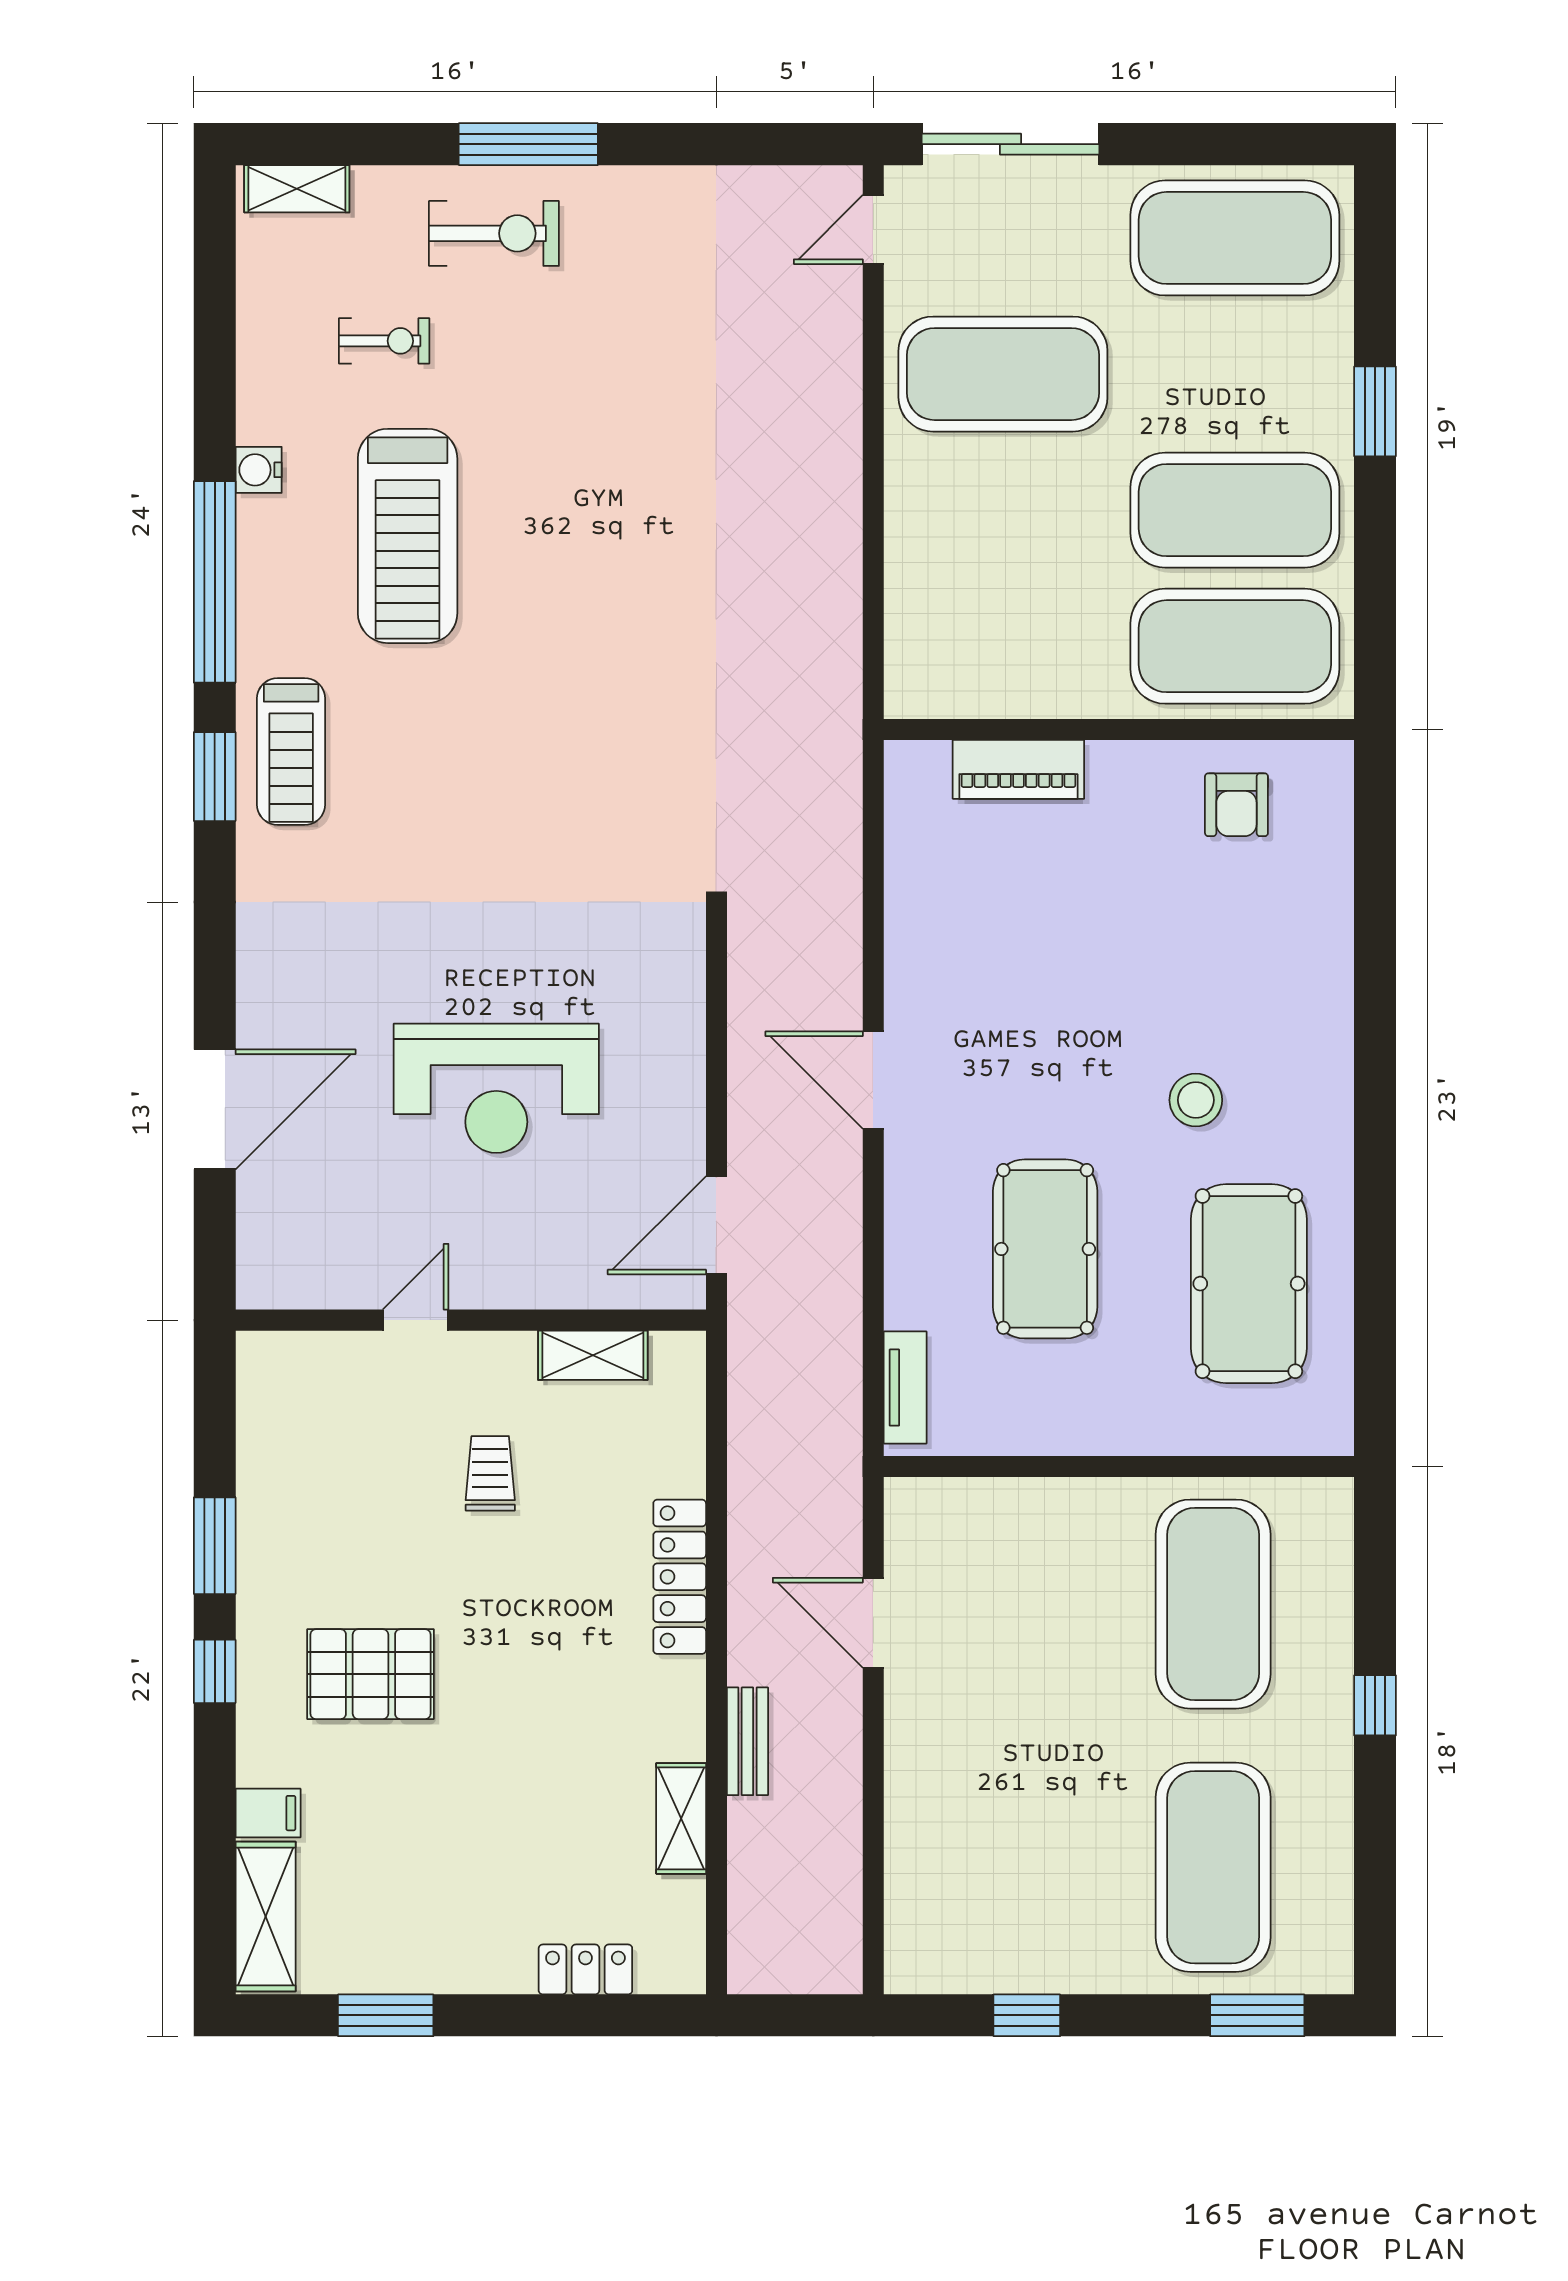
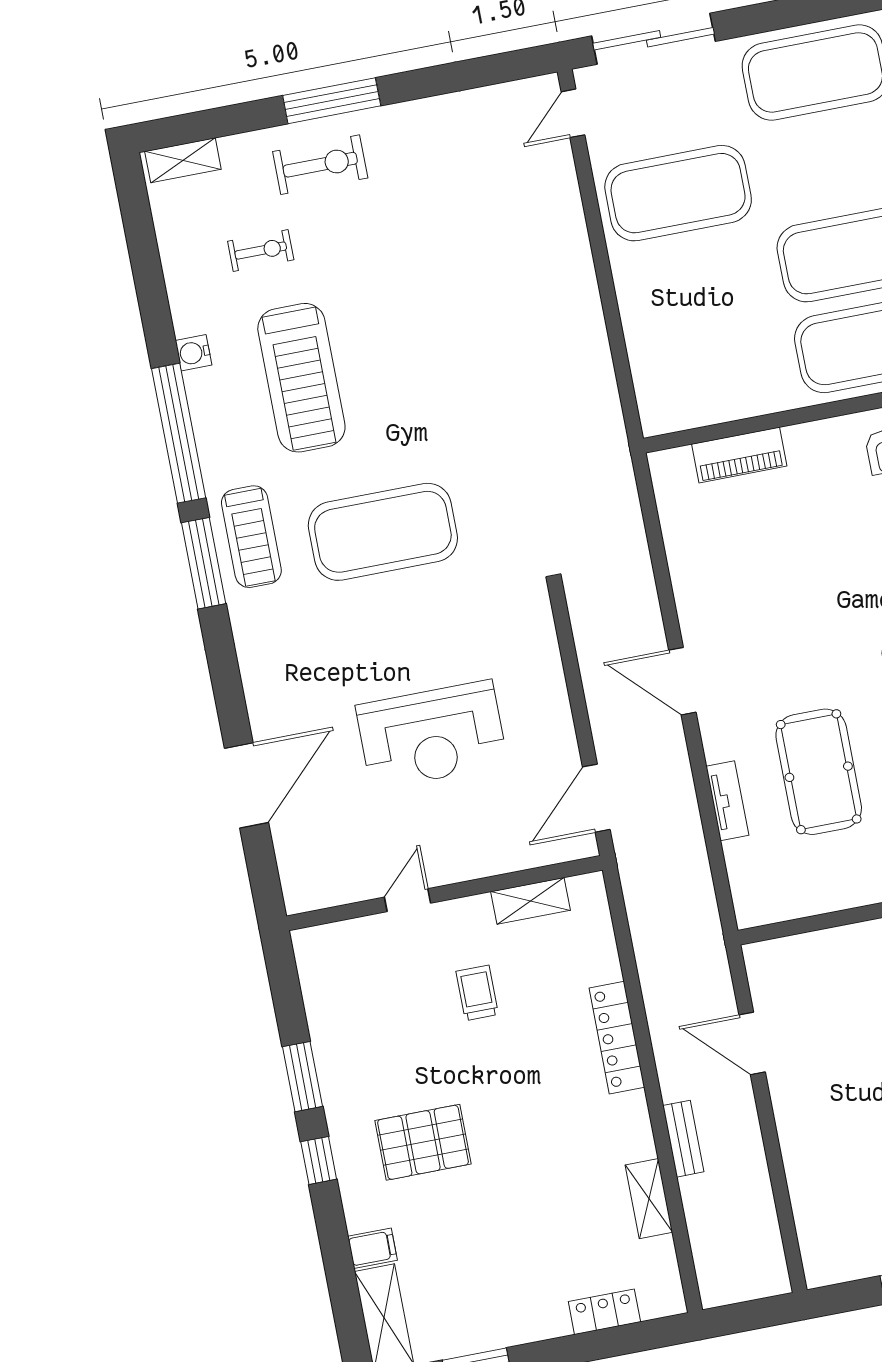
window: (215, 777) -> (204, 563), width x1.44
exercise mat: (482, 781) -> (383, 532), added
tv unit: (905, 1388) -> (727, 801), moved

